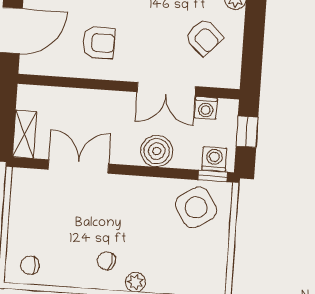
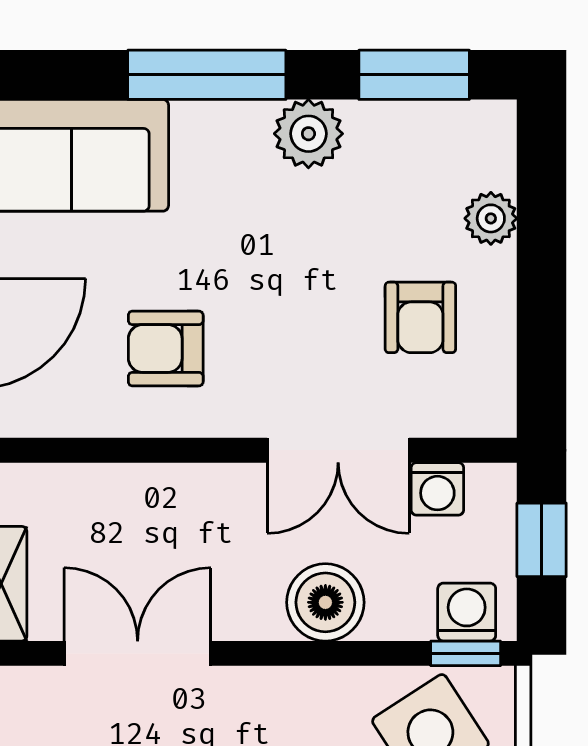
armchair: (204, 37) -> (420, 317), turned 48
armchair: (99, 43) -> (166, 348), turned 180

